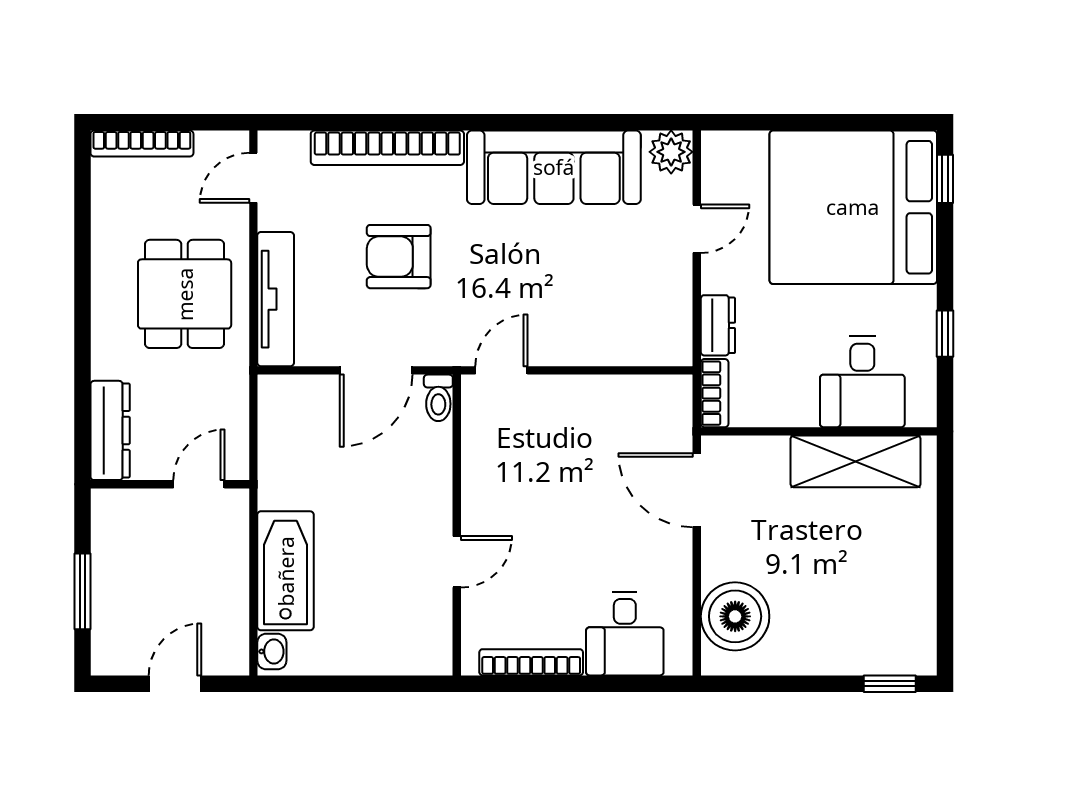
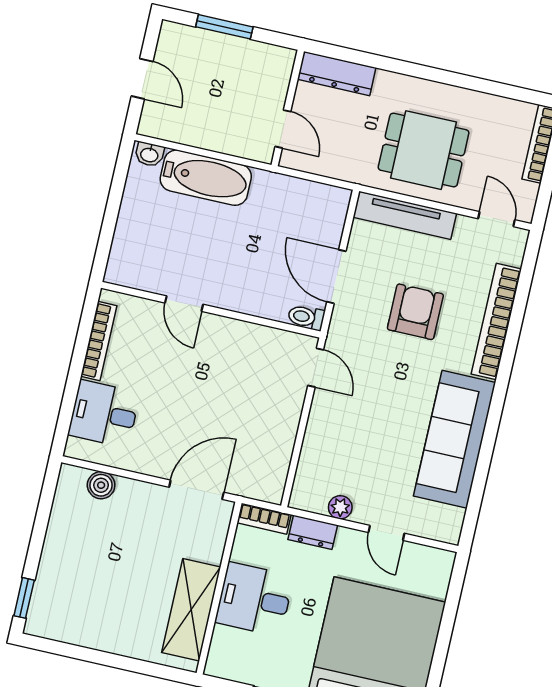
plant: (671, 152) -> (340, 507), moved, width x0.73, depth x0.73
desk: (862, 382) -> (254, 599), moved
boiler: (735, 616) -> (101, 485), width x0.54, depth x0.54

